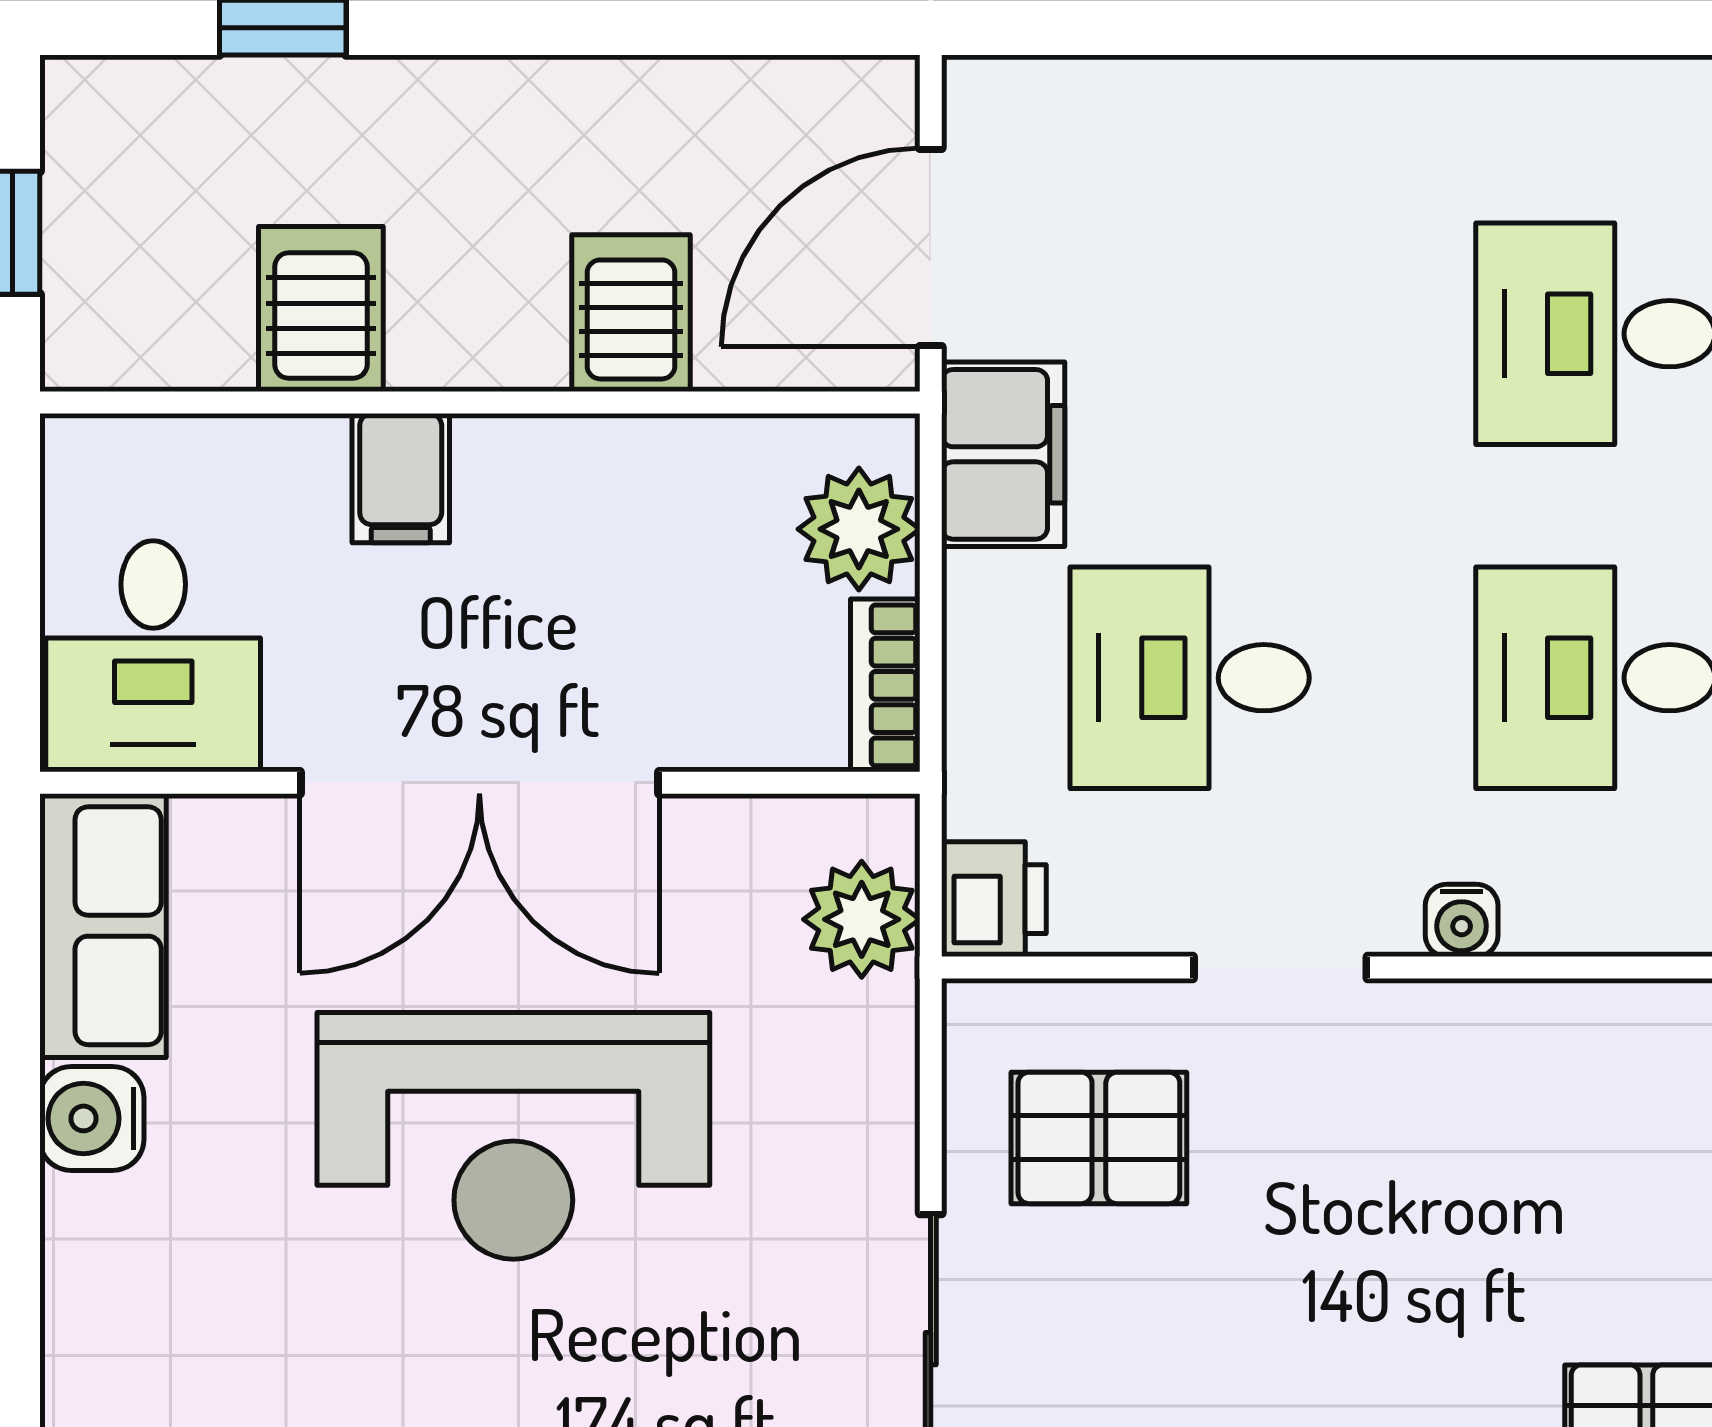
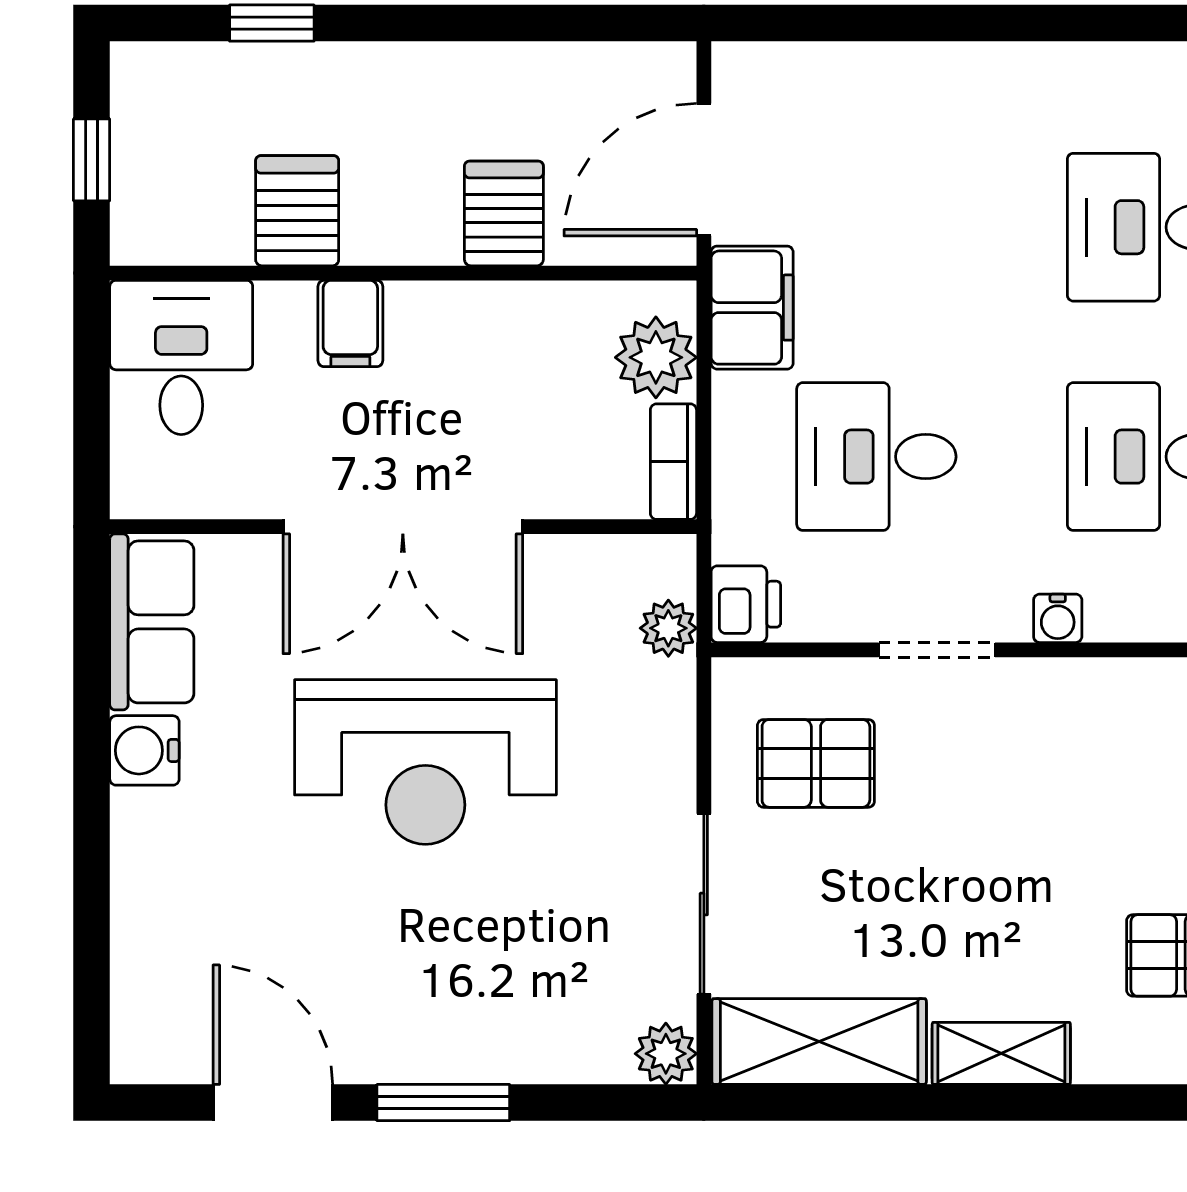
desk: (153, 656) -> (181, 357), moved, turned 180
plant: (862, 919) -> (668, 628), width x0.73, depth x0.73

